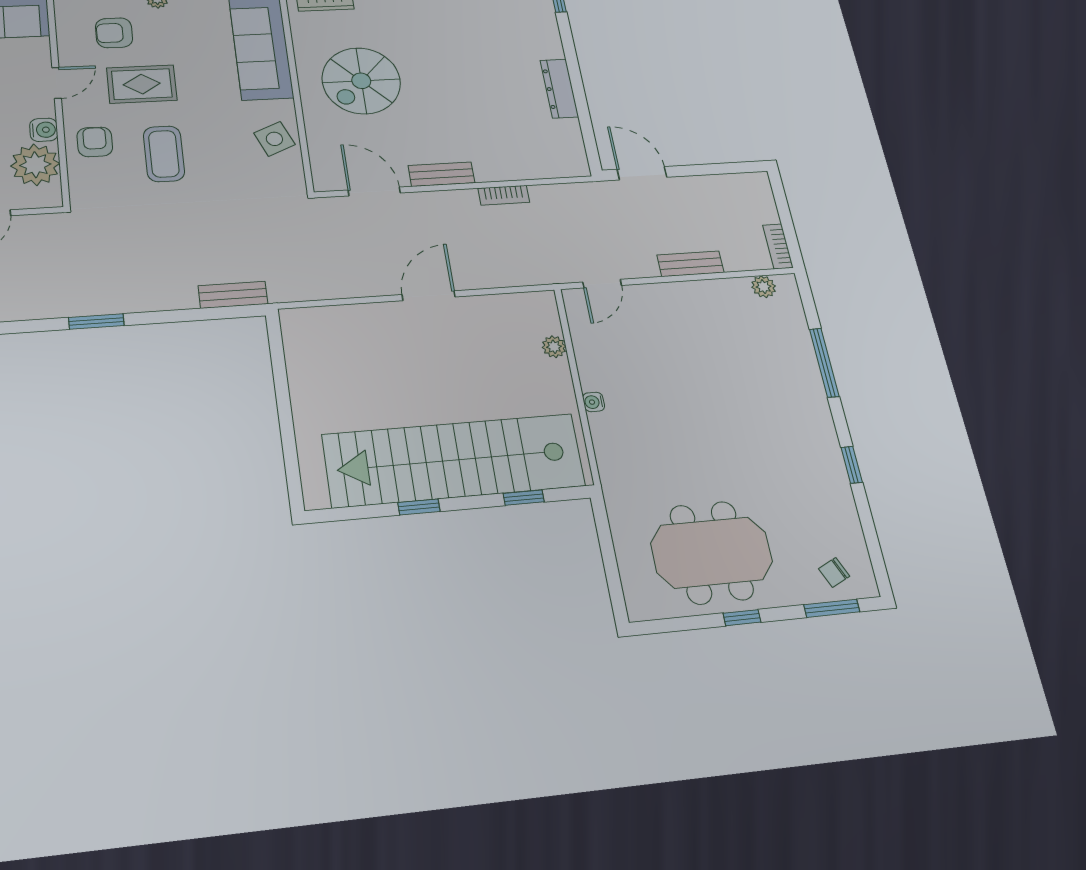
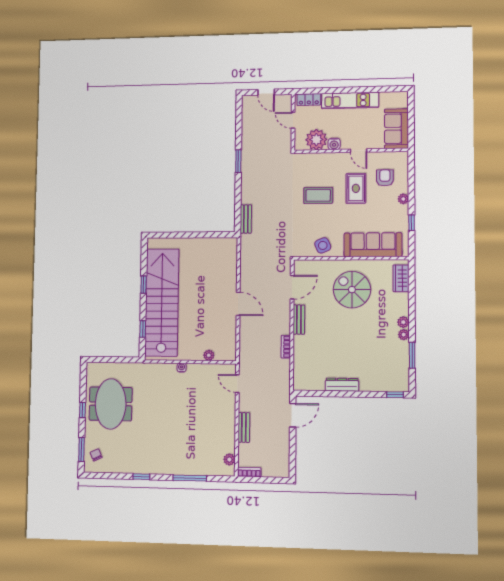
armchair: (95, 142) -> (326, 166), removed

